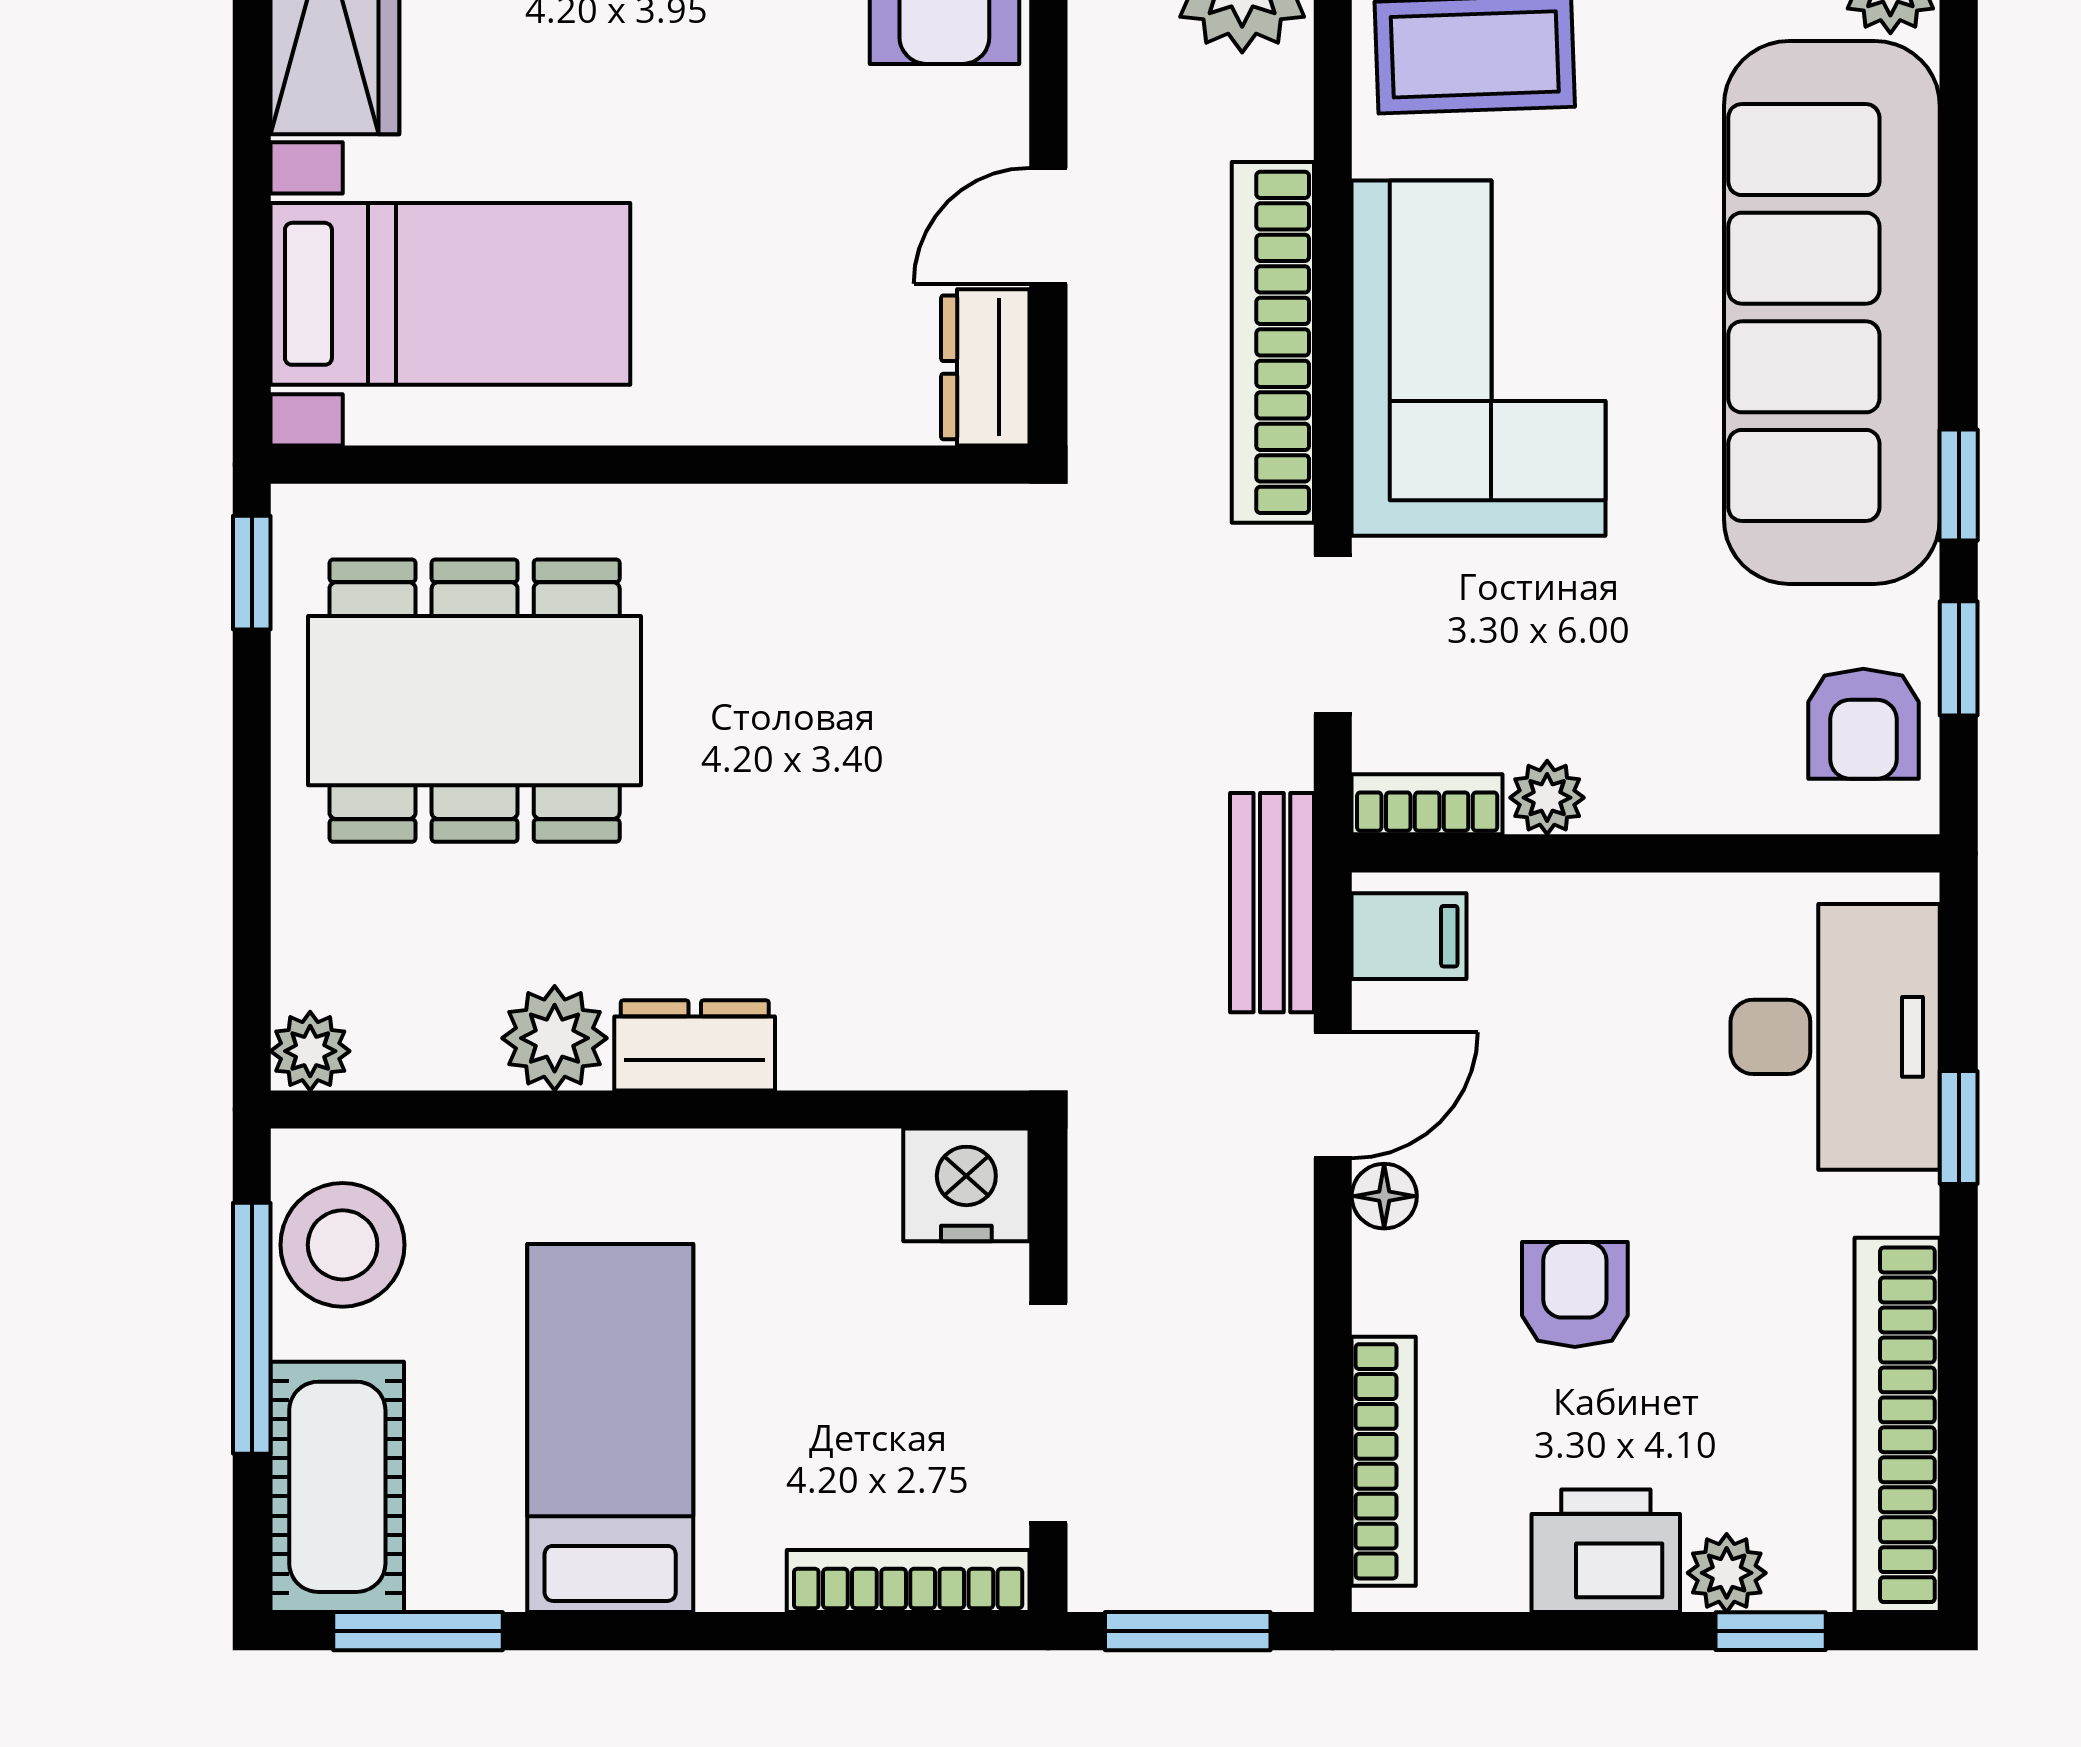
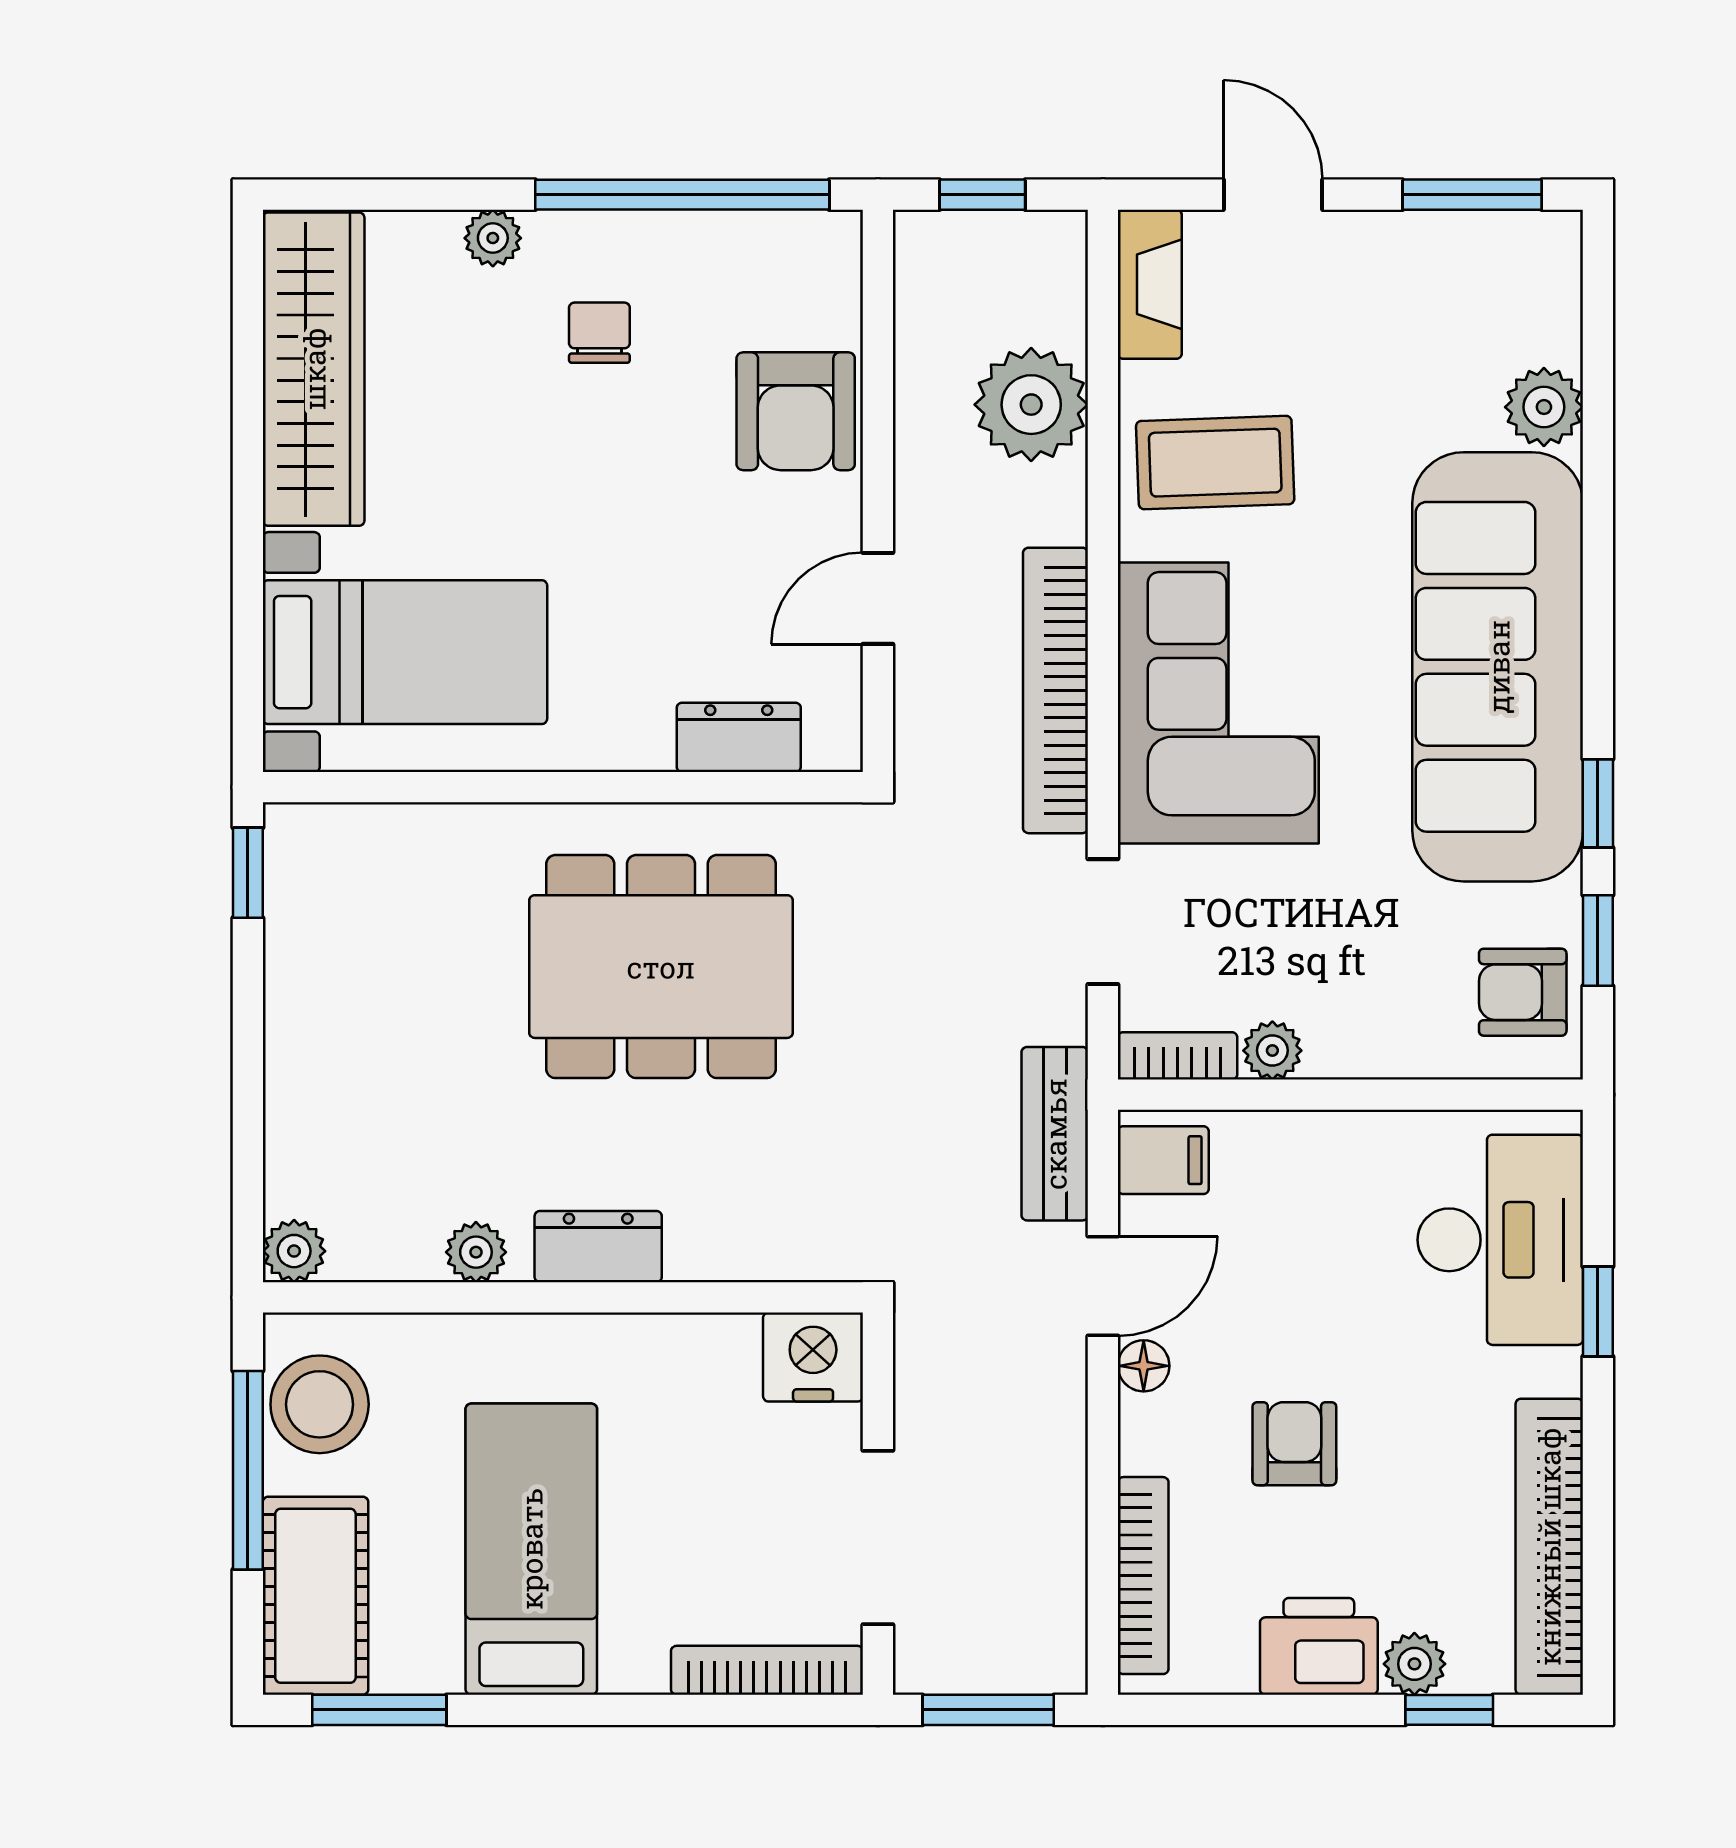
dresser: (985, 367) -> (739, 737), moved, turned 90
dining table: (475, 701) -> (661, 967), moved
armchair: (1863, 724) -> (1523, 992), turned 90
plant: (555, 1038) -> (476, 1252), width x0.73, depth x0.73

